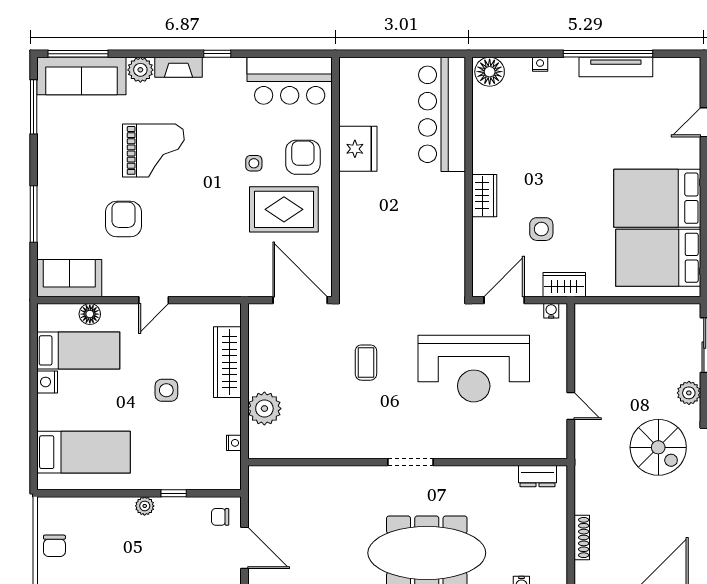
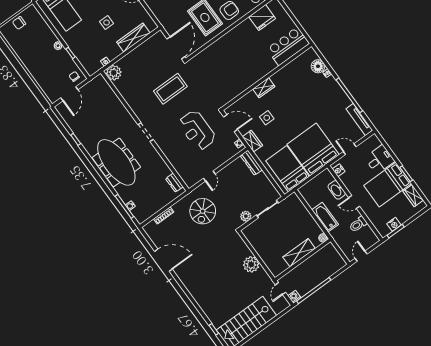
tv unit: (616, 67) -> (359, 120), moved
floor lamp: (490, 72) -> (318, 66), moved
bar counter: (442, 114) -> (288, 46), width x0.73
fridge: (358, 149) -> (262, 18), moved
bed: (657, 198) -> (313, 149), width x1.36
dresser: (601, 314) -> (251, 163), added
coffee table: (366, 363) -> (170, 89), width x1.86, depth x1.72
reception desk: (474, 369) -> (197, 130), width x0.74, depth x0.77
plant: (264, 409) -> (114, 73), moved
spiral stairs: (658, 447) -> (203, 211), moved

